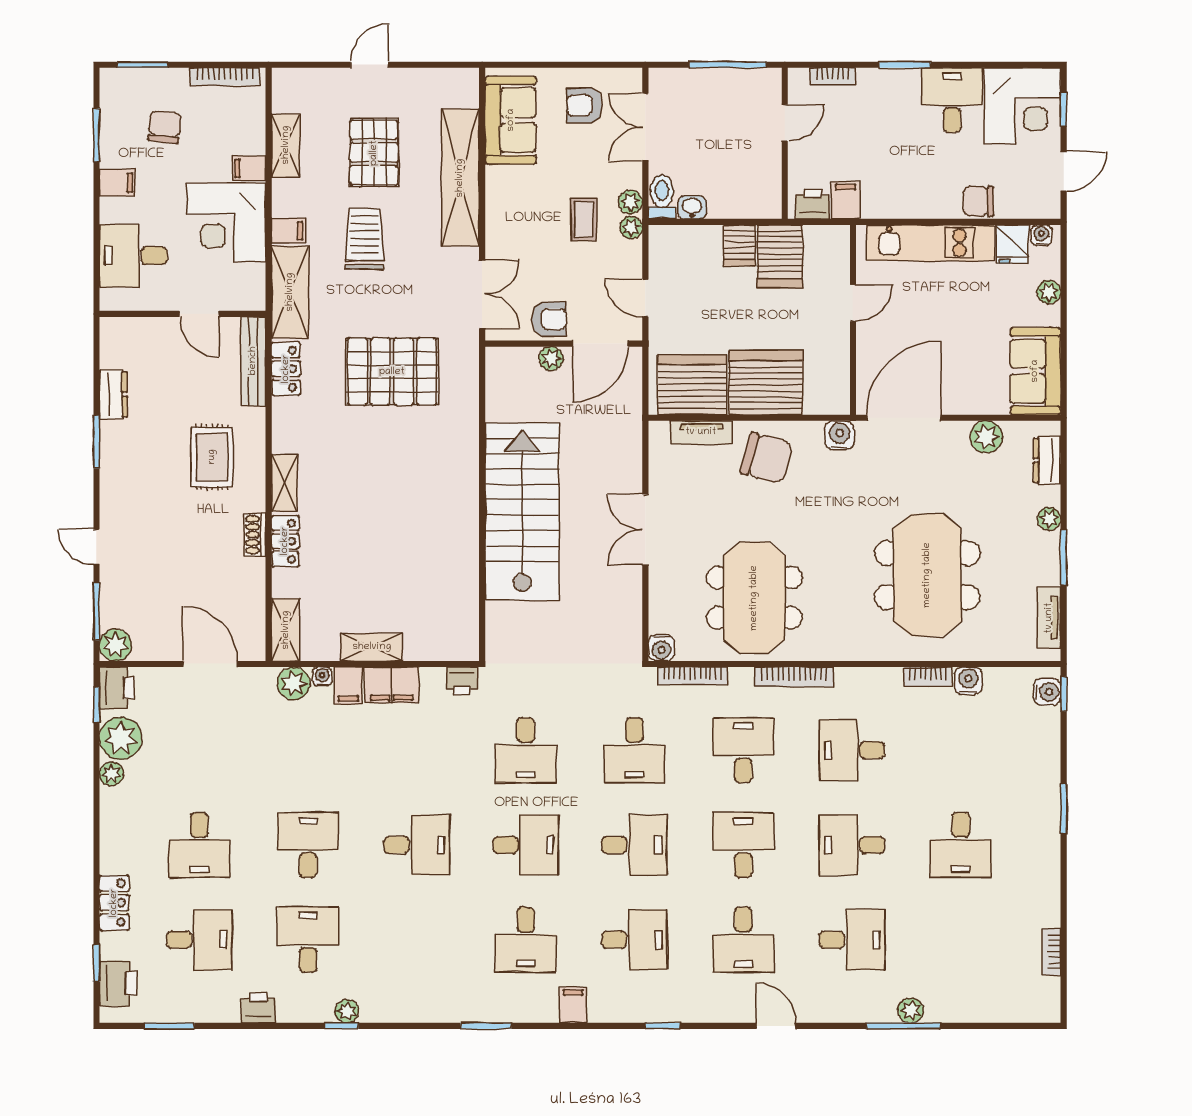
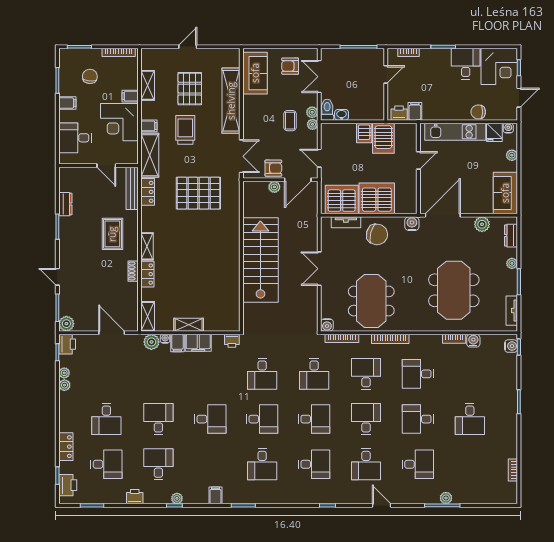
plant: (121, 738) -> (64, 373), width x0.53, depth x0.53
filing cabinet: (573, 1005) -> (215, 495), moved

